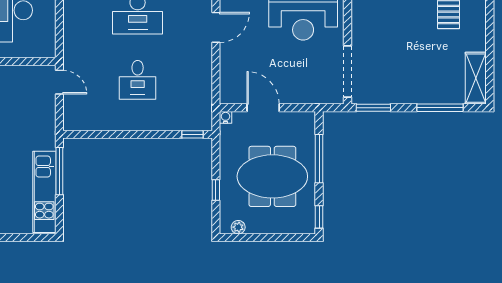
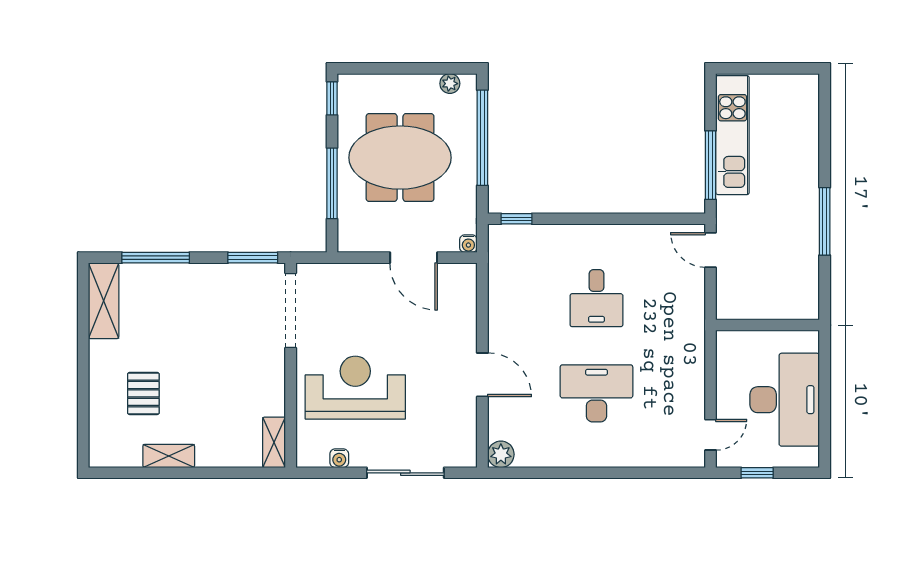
door: (216, 27) -> (482, 375), swing flipped
desk: (138, 80) -> (596, 298), turned 180
door: (59, 82) -> (711, 250), moved
window: (216, 190) -> (482, 138), width x3.17

